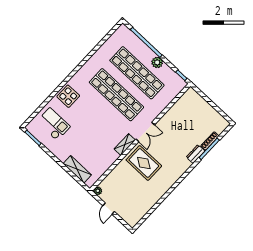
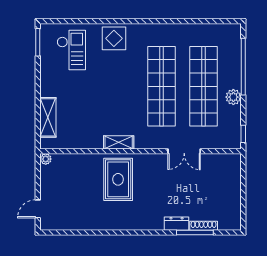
double door: (145, 132) -> (184, 151), moved
door: (109, 209) -> (38, 209), moved

